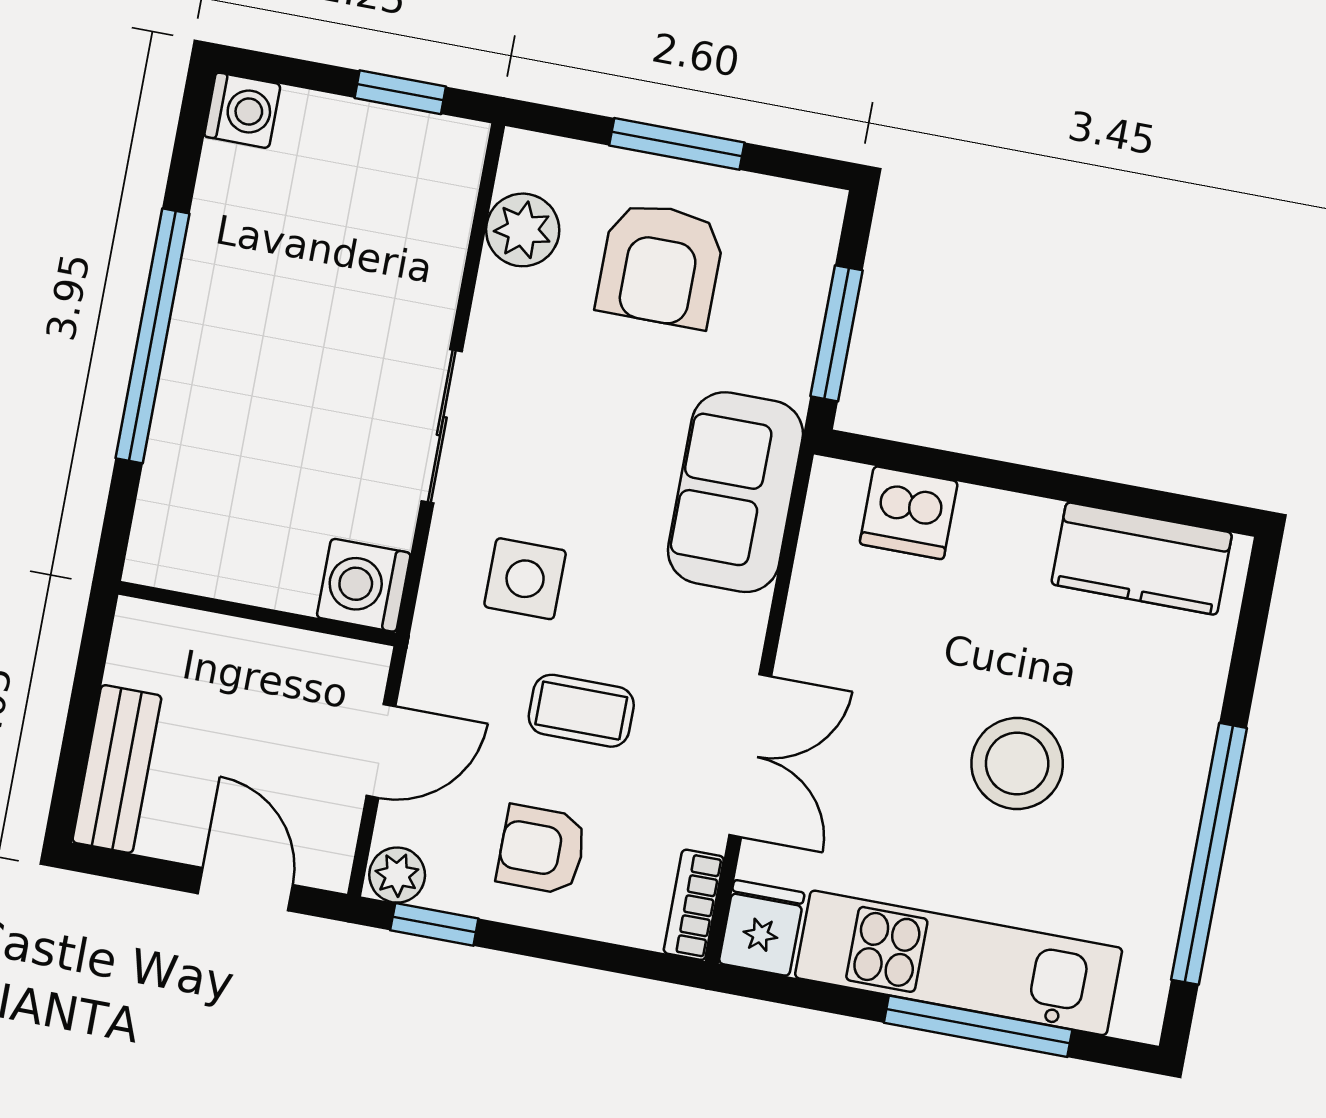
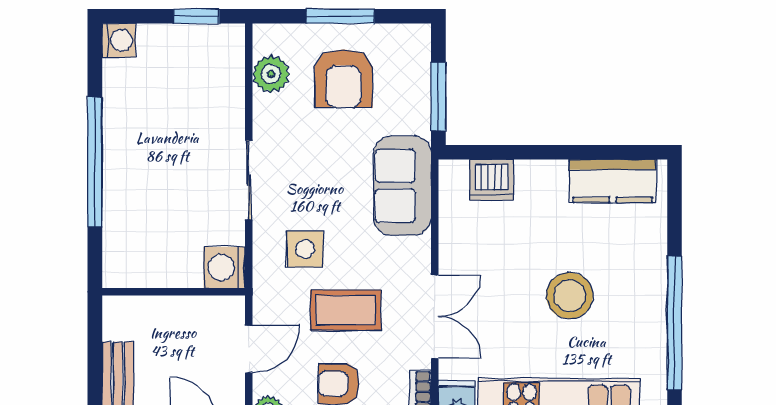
coffee table: (581, 711) -> (346, 310), width x1.36, depth x1.30

